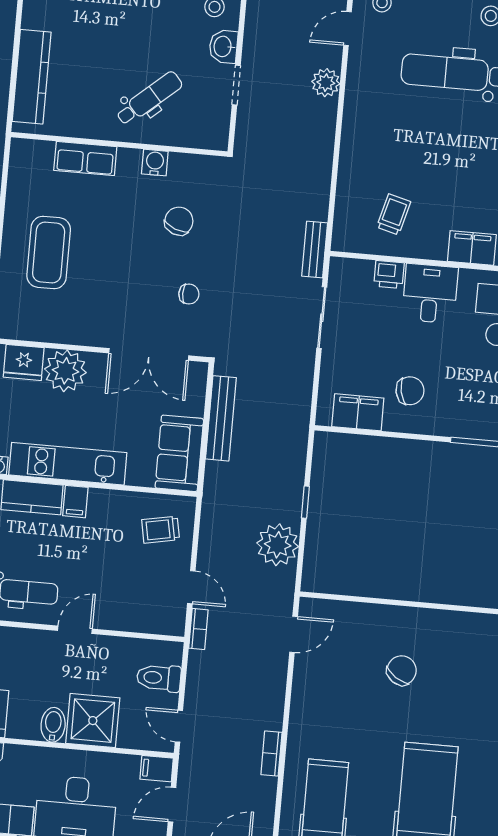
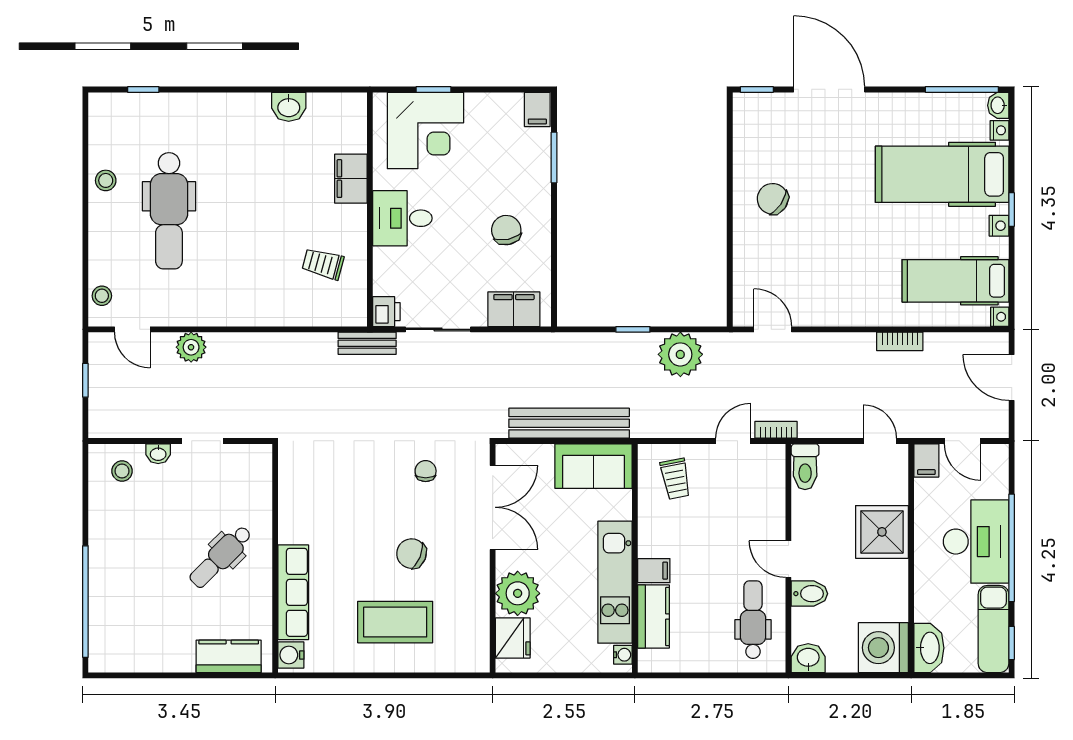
washbasin: (223, 47) -> (158, 454), width x0.72, depth x0.69
kitchen counter: (32, 77) -> (229, 656), width x0.67
dental chair: (149, 98) -> (221, 557), moved, turned -94
row of seats: (85, 159) -> (293, 592), width x1.48
water cooler: (155, 163) -> (291, 655), moved
chair: (179, 221) -> (411, 554), moved
printer: (389, 274) -> (386, 312), moved
filing cabinet: (358, 412) -> (514, 309), moved, turned 90
bench: (221, 418) -> (569, 423), width x1.37, depth x1.21
chair: (402, 670) -> (773, 199), moved
toilet: (159, 678) -> (805, 467), moved
bidet: (53, 725) -> (809, 594), moved, turned 180
door: (179, 726) -> (880, 441), swing flipped

